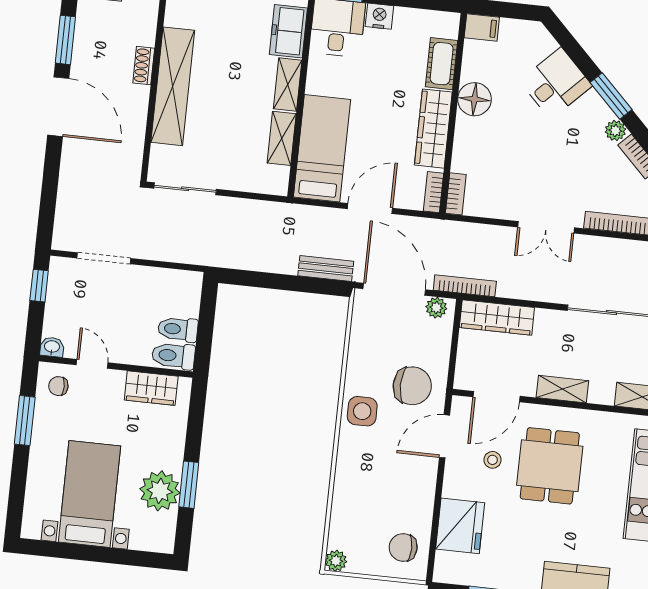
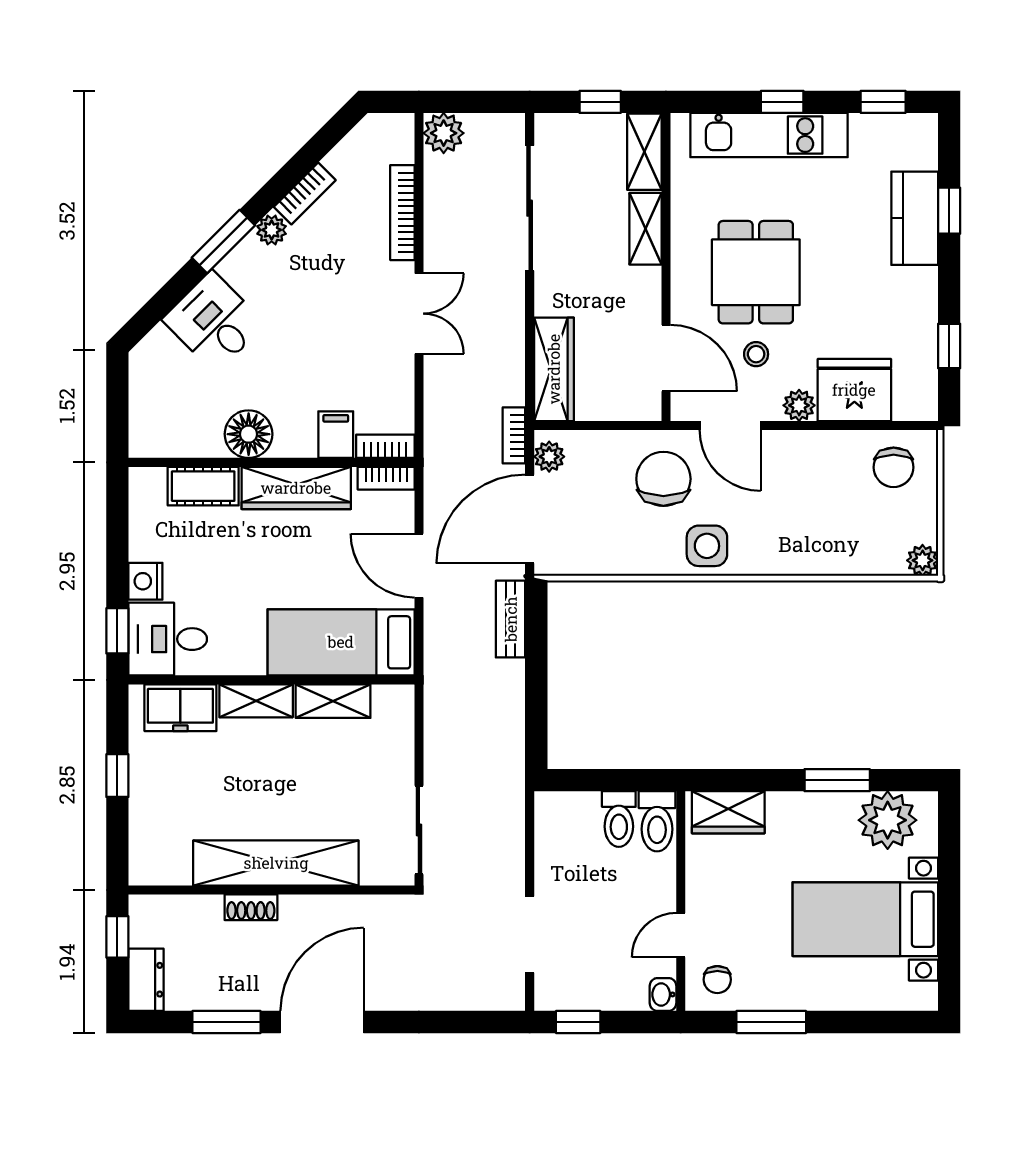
filing cabinet: (482, 28) -> (336, 435), moved
bookcase: (465, 286) -> (514, 435), width x0.64
wardrobe: (151, 388) -> (728, 812), moved, turned 90
shelving: (562, 389) -> (645, 229), moved
dining table: (550, 466) -> (756, 272), turned 90
plant: (453, 486) -> (799, 405), added
plant: (160, 491) -> (888, 820), moved

